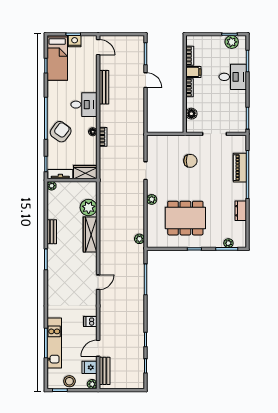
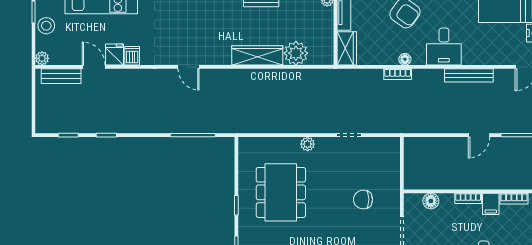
chair: (190, 161) -> (363, 200), turned 90
plant: (139, 239) -> (251, 126), removed
fridge: (89, 367) -> (115, 55), moved

